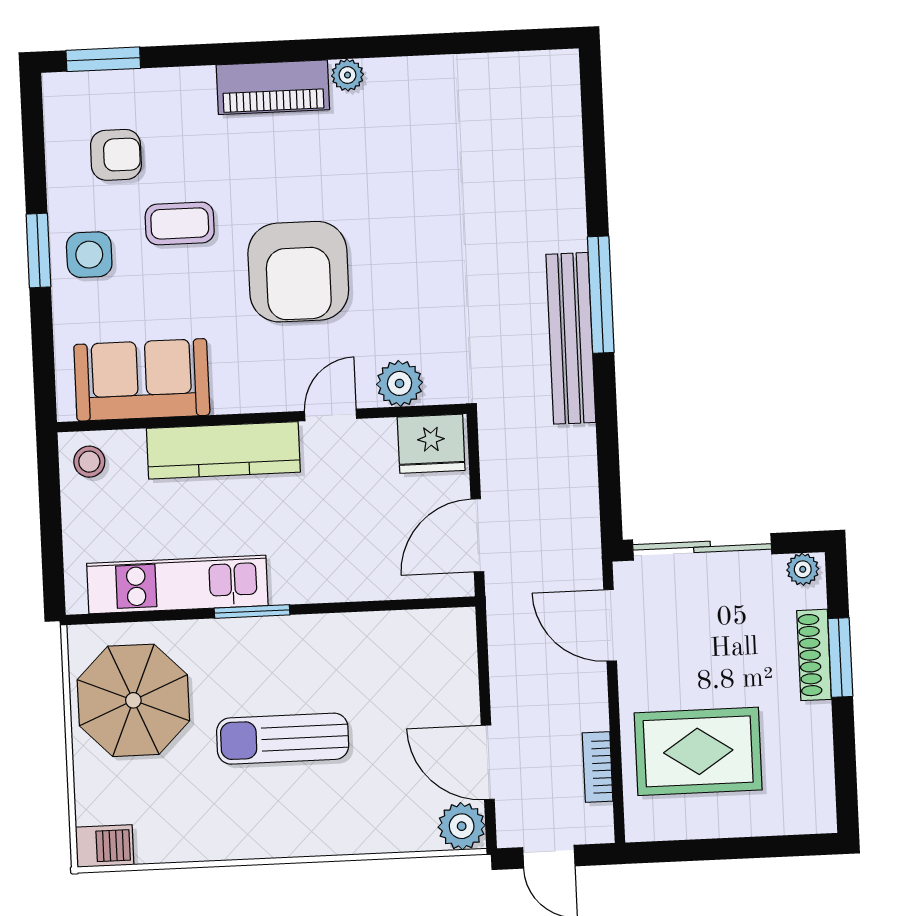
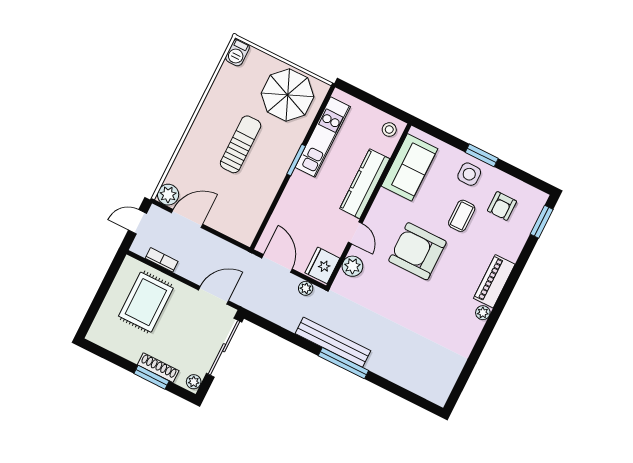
plant: (495, 451) -> (306, 288), added

